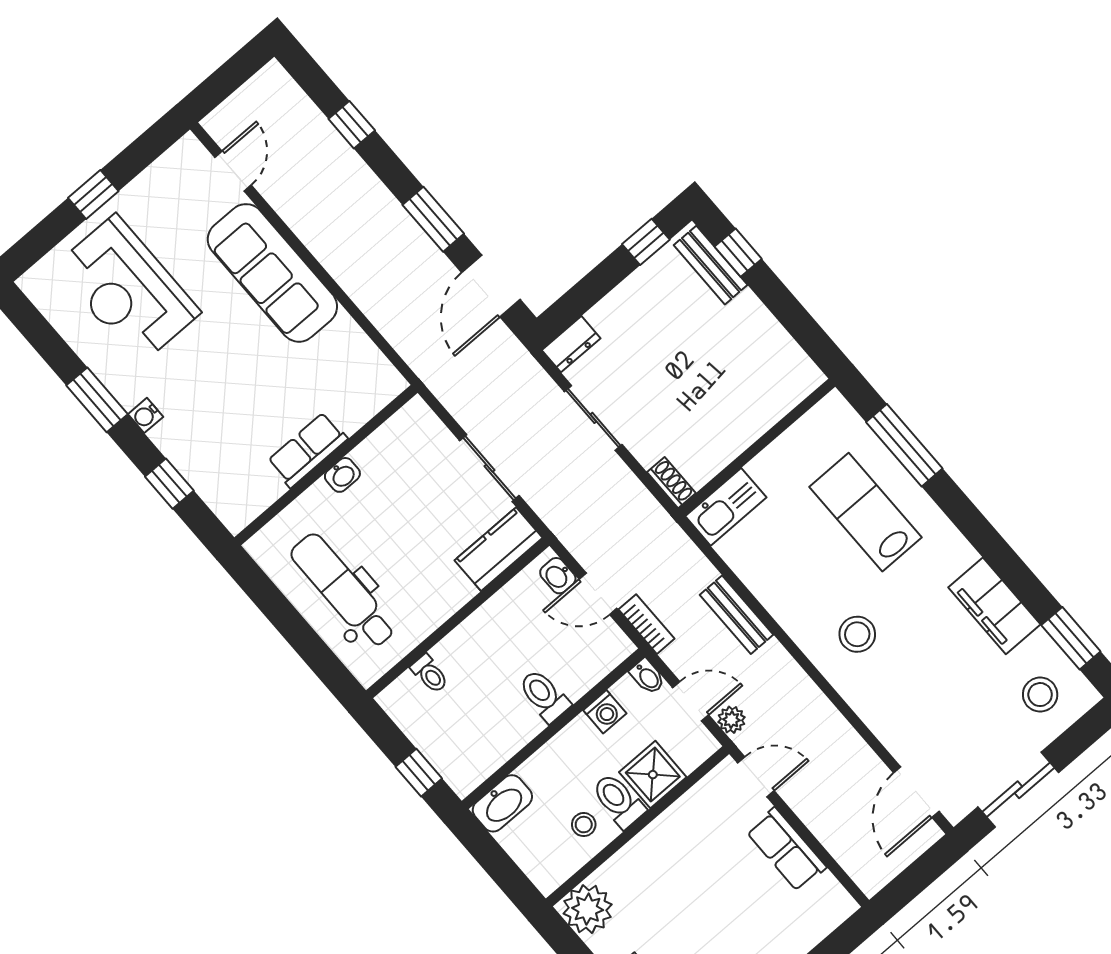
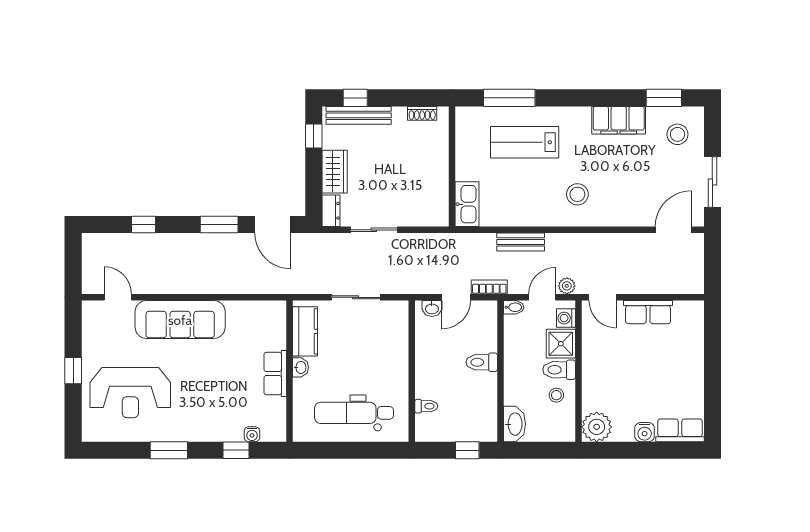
bench: (711, 265) -> (359, 115), width x1.36
wardrobe: (624, 307) -> (335, 172), added
water cooler: (146, 415) -> (252, 434), moved
shoe rack: (671, 483) -> (422, 113), moved, turned 180
kitchen counter: (499, 549) -> (305, 331), moved, turned 180
washing machine: (605, 712) -> (566, 318), moved, turned 180
door: (756, 777) -> (603, 297), swing flipped
door: (916, 792) -> (673, 230), swing flipped

